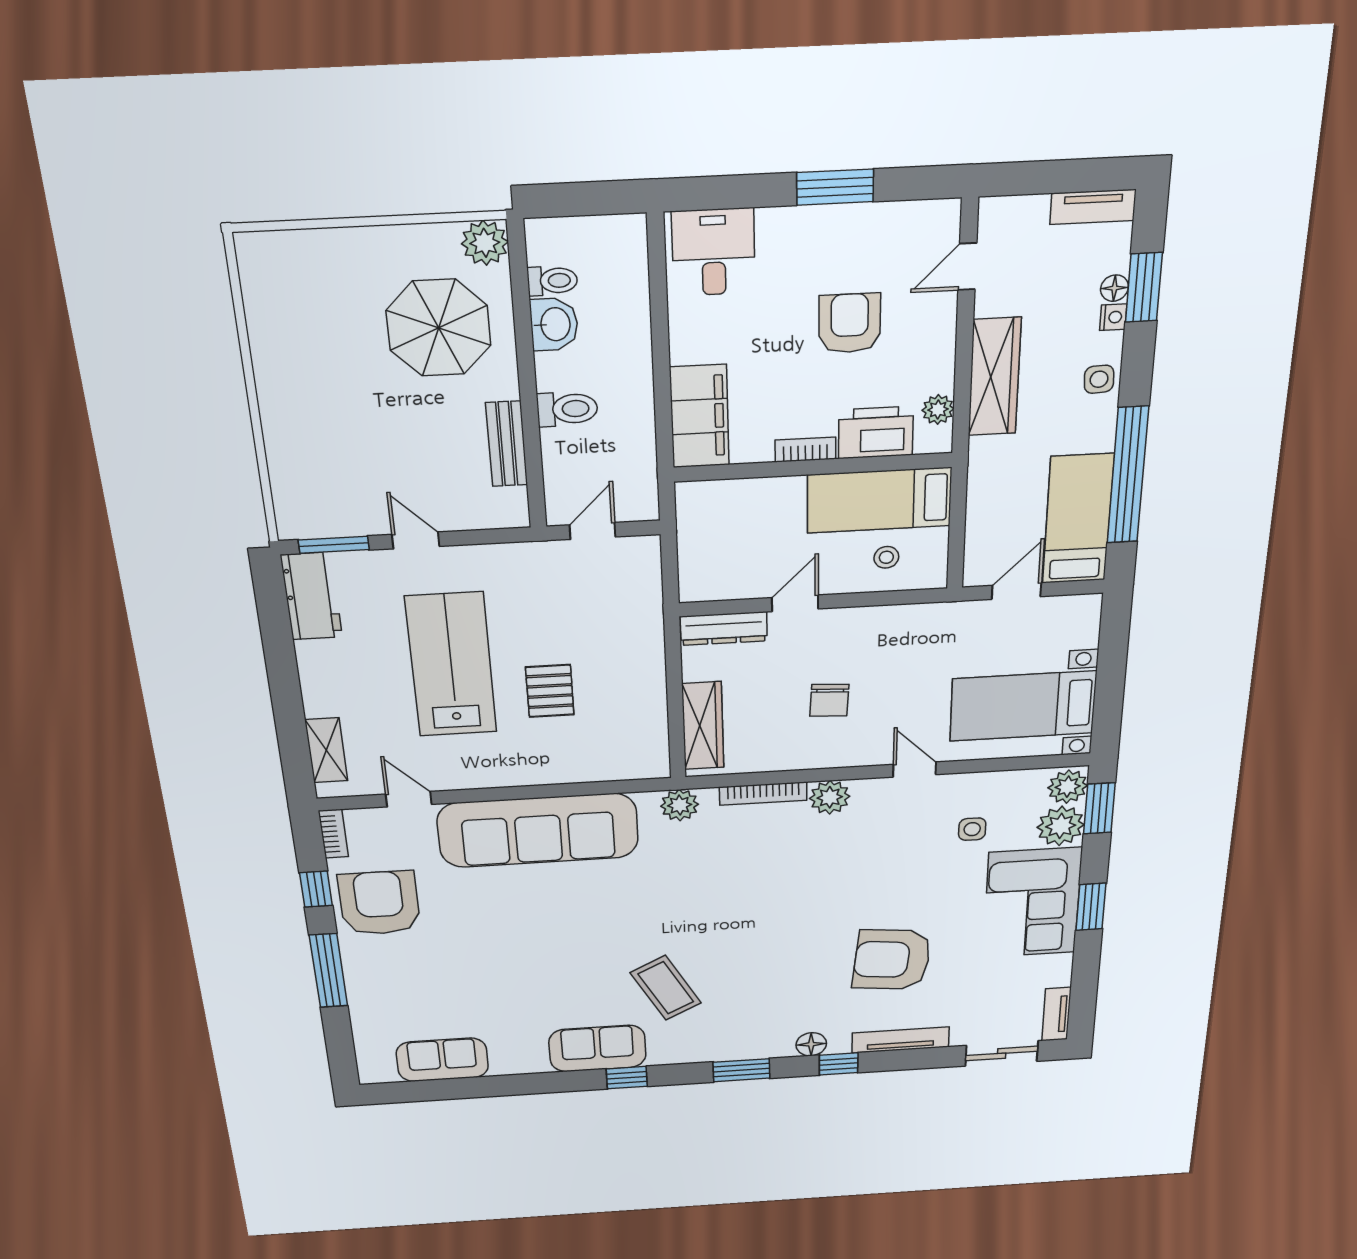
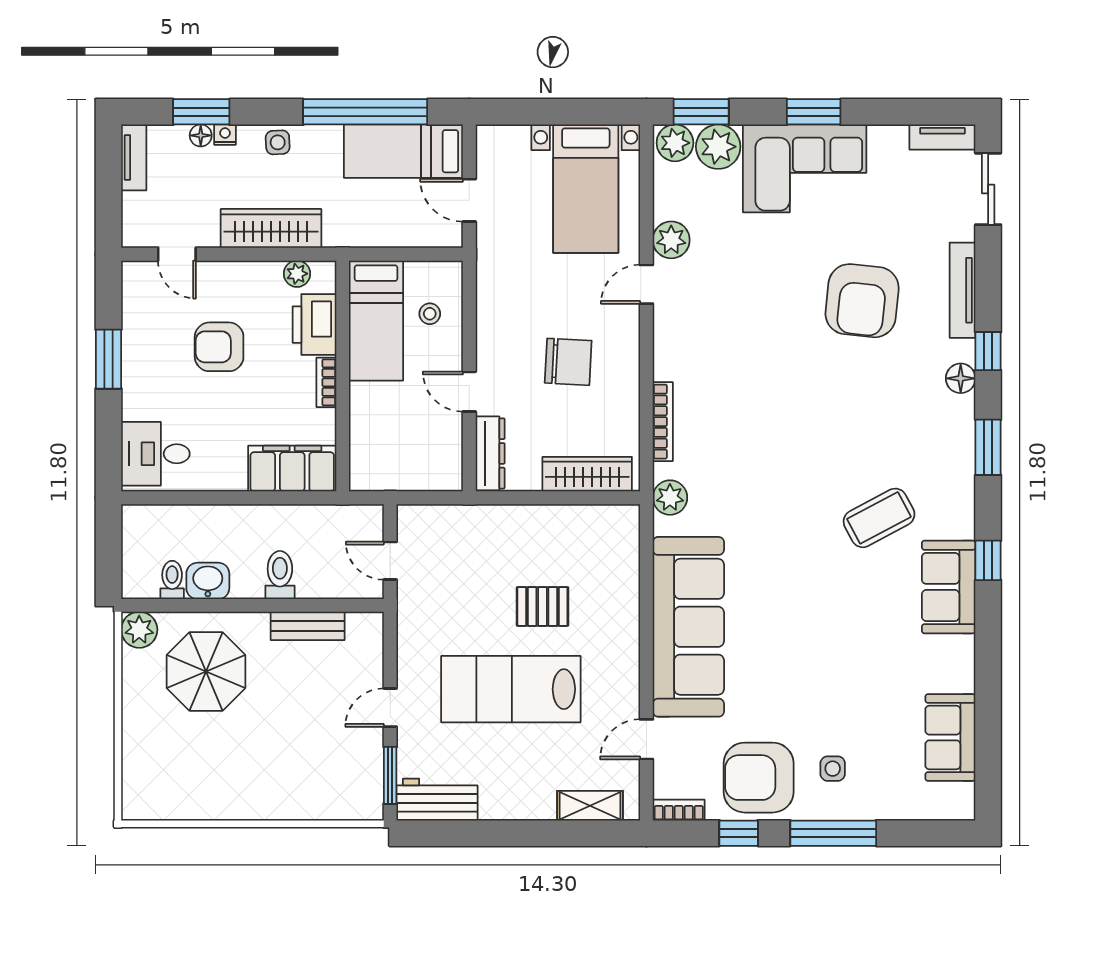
chair: (829, 700) -> (568, 362), width x1.37, depth x1.37
plant: (830, 797) -> (671, 240), moved
side table: (972, 829) -> (833, 769), moved

